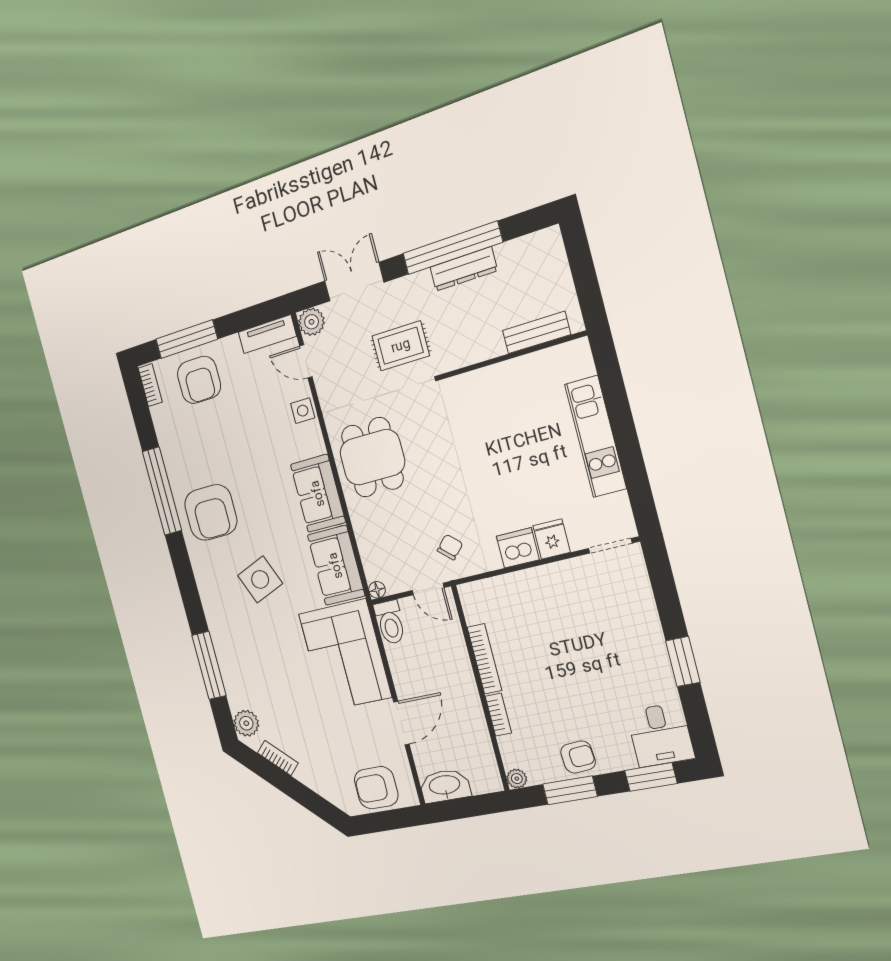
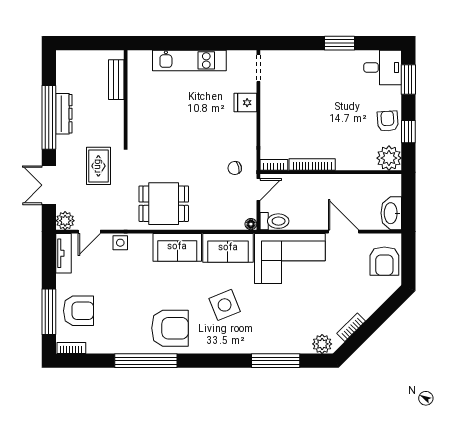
chair: (450, 547) -> (235, 168), turned -57
dishwasher: (518, 548) -> (246, 125), removed
bookcase: (498, 715) -> (274, 165), moved
plant: (517, 779) -> (389, 158), width x1.88, depth x1.88
window: (570, 790) -> (408, 132), width x0.67

